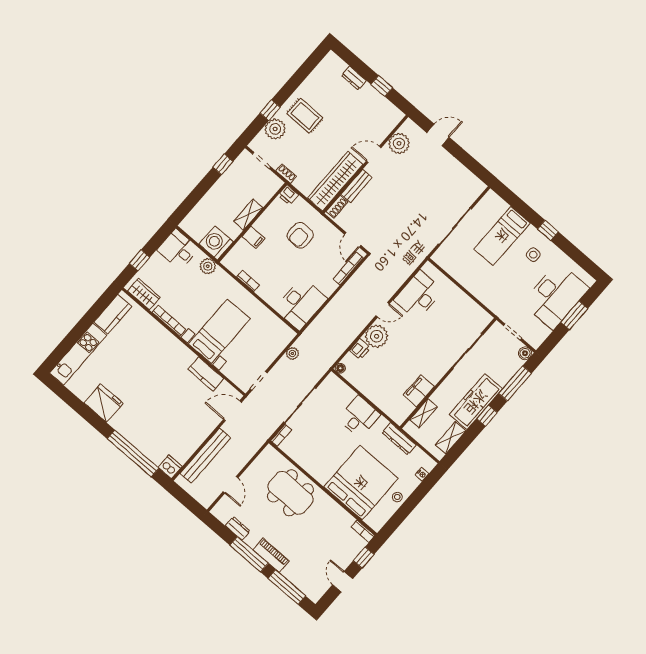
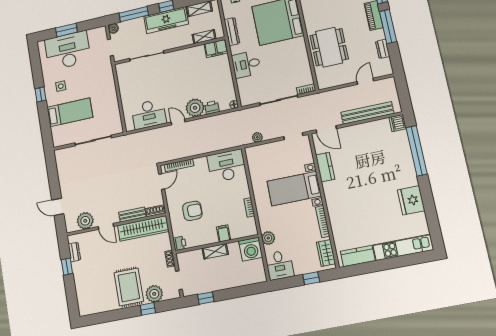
dresser: (354, 78) -> (74, 252), moved
rug: (305, 116) -> (129, 287), width x1.36, depth x1.43
filing cabinet: (419, 391) -> (216, 48), moved

